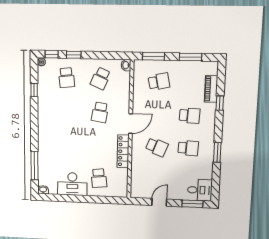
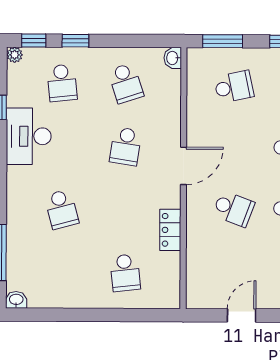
school desk: (100, 78) -> (126, 83), turned -42
school desk: (66, 144) -> (62, 209), added
locker: (123, 151) -> (170, 230), width x0.66
desk: (72, 184) -> (29, 136), moved, turned 90

